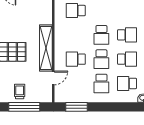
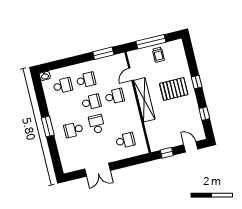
school desk: (101, 59) -> (91, 102), turned 90
school desk: (127, 59) -> (68, 108), removed
school desk: (101, 83) -> (86, 80), turned 90

